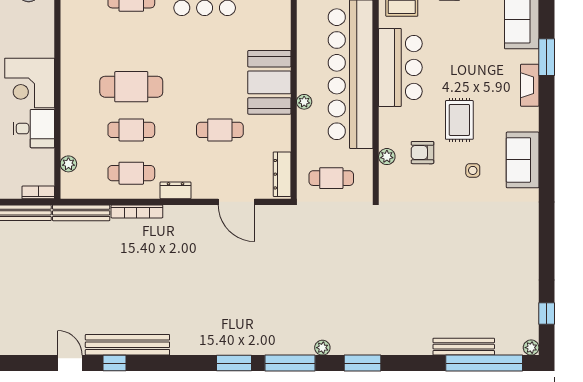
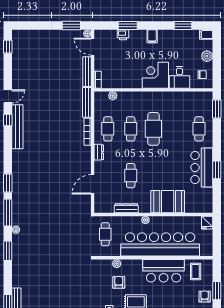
booth: (269, 82) -> (168, 202), moved
desk: (34, 129) -> (179, 77), moved
dresser: (282, 174) -> (126, 208), moved

